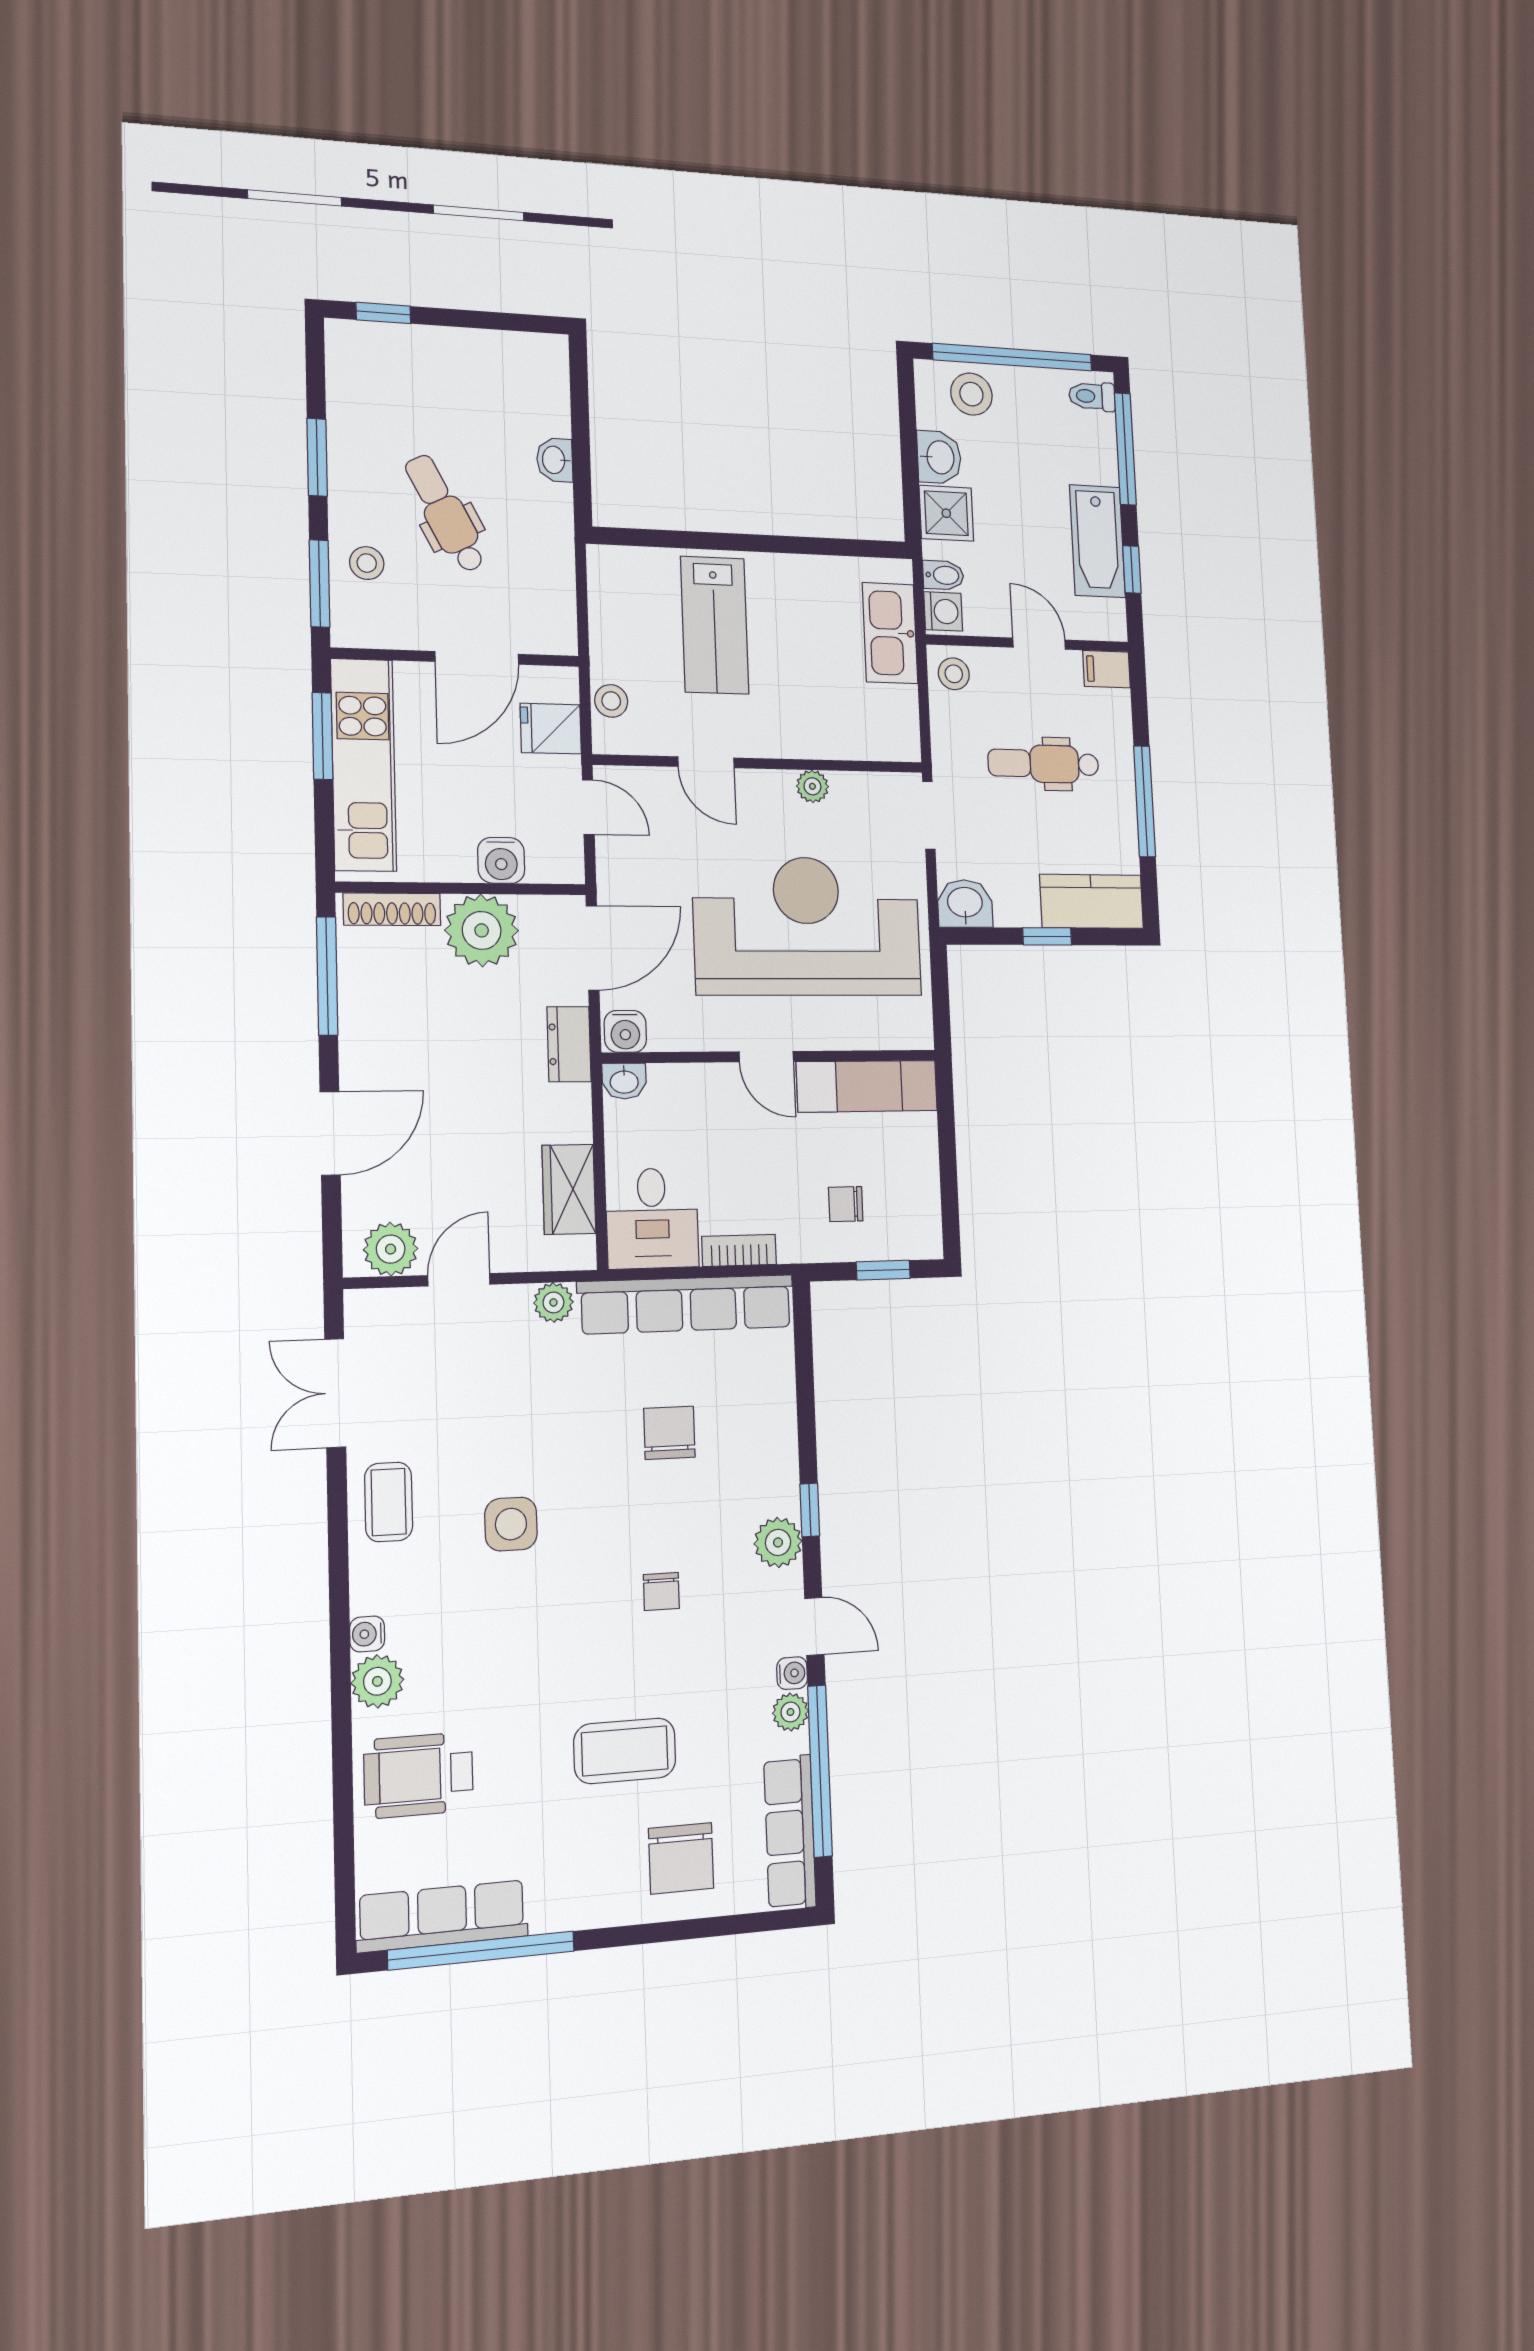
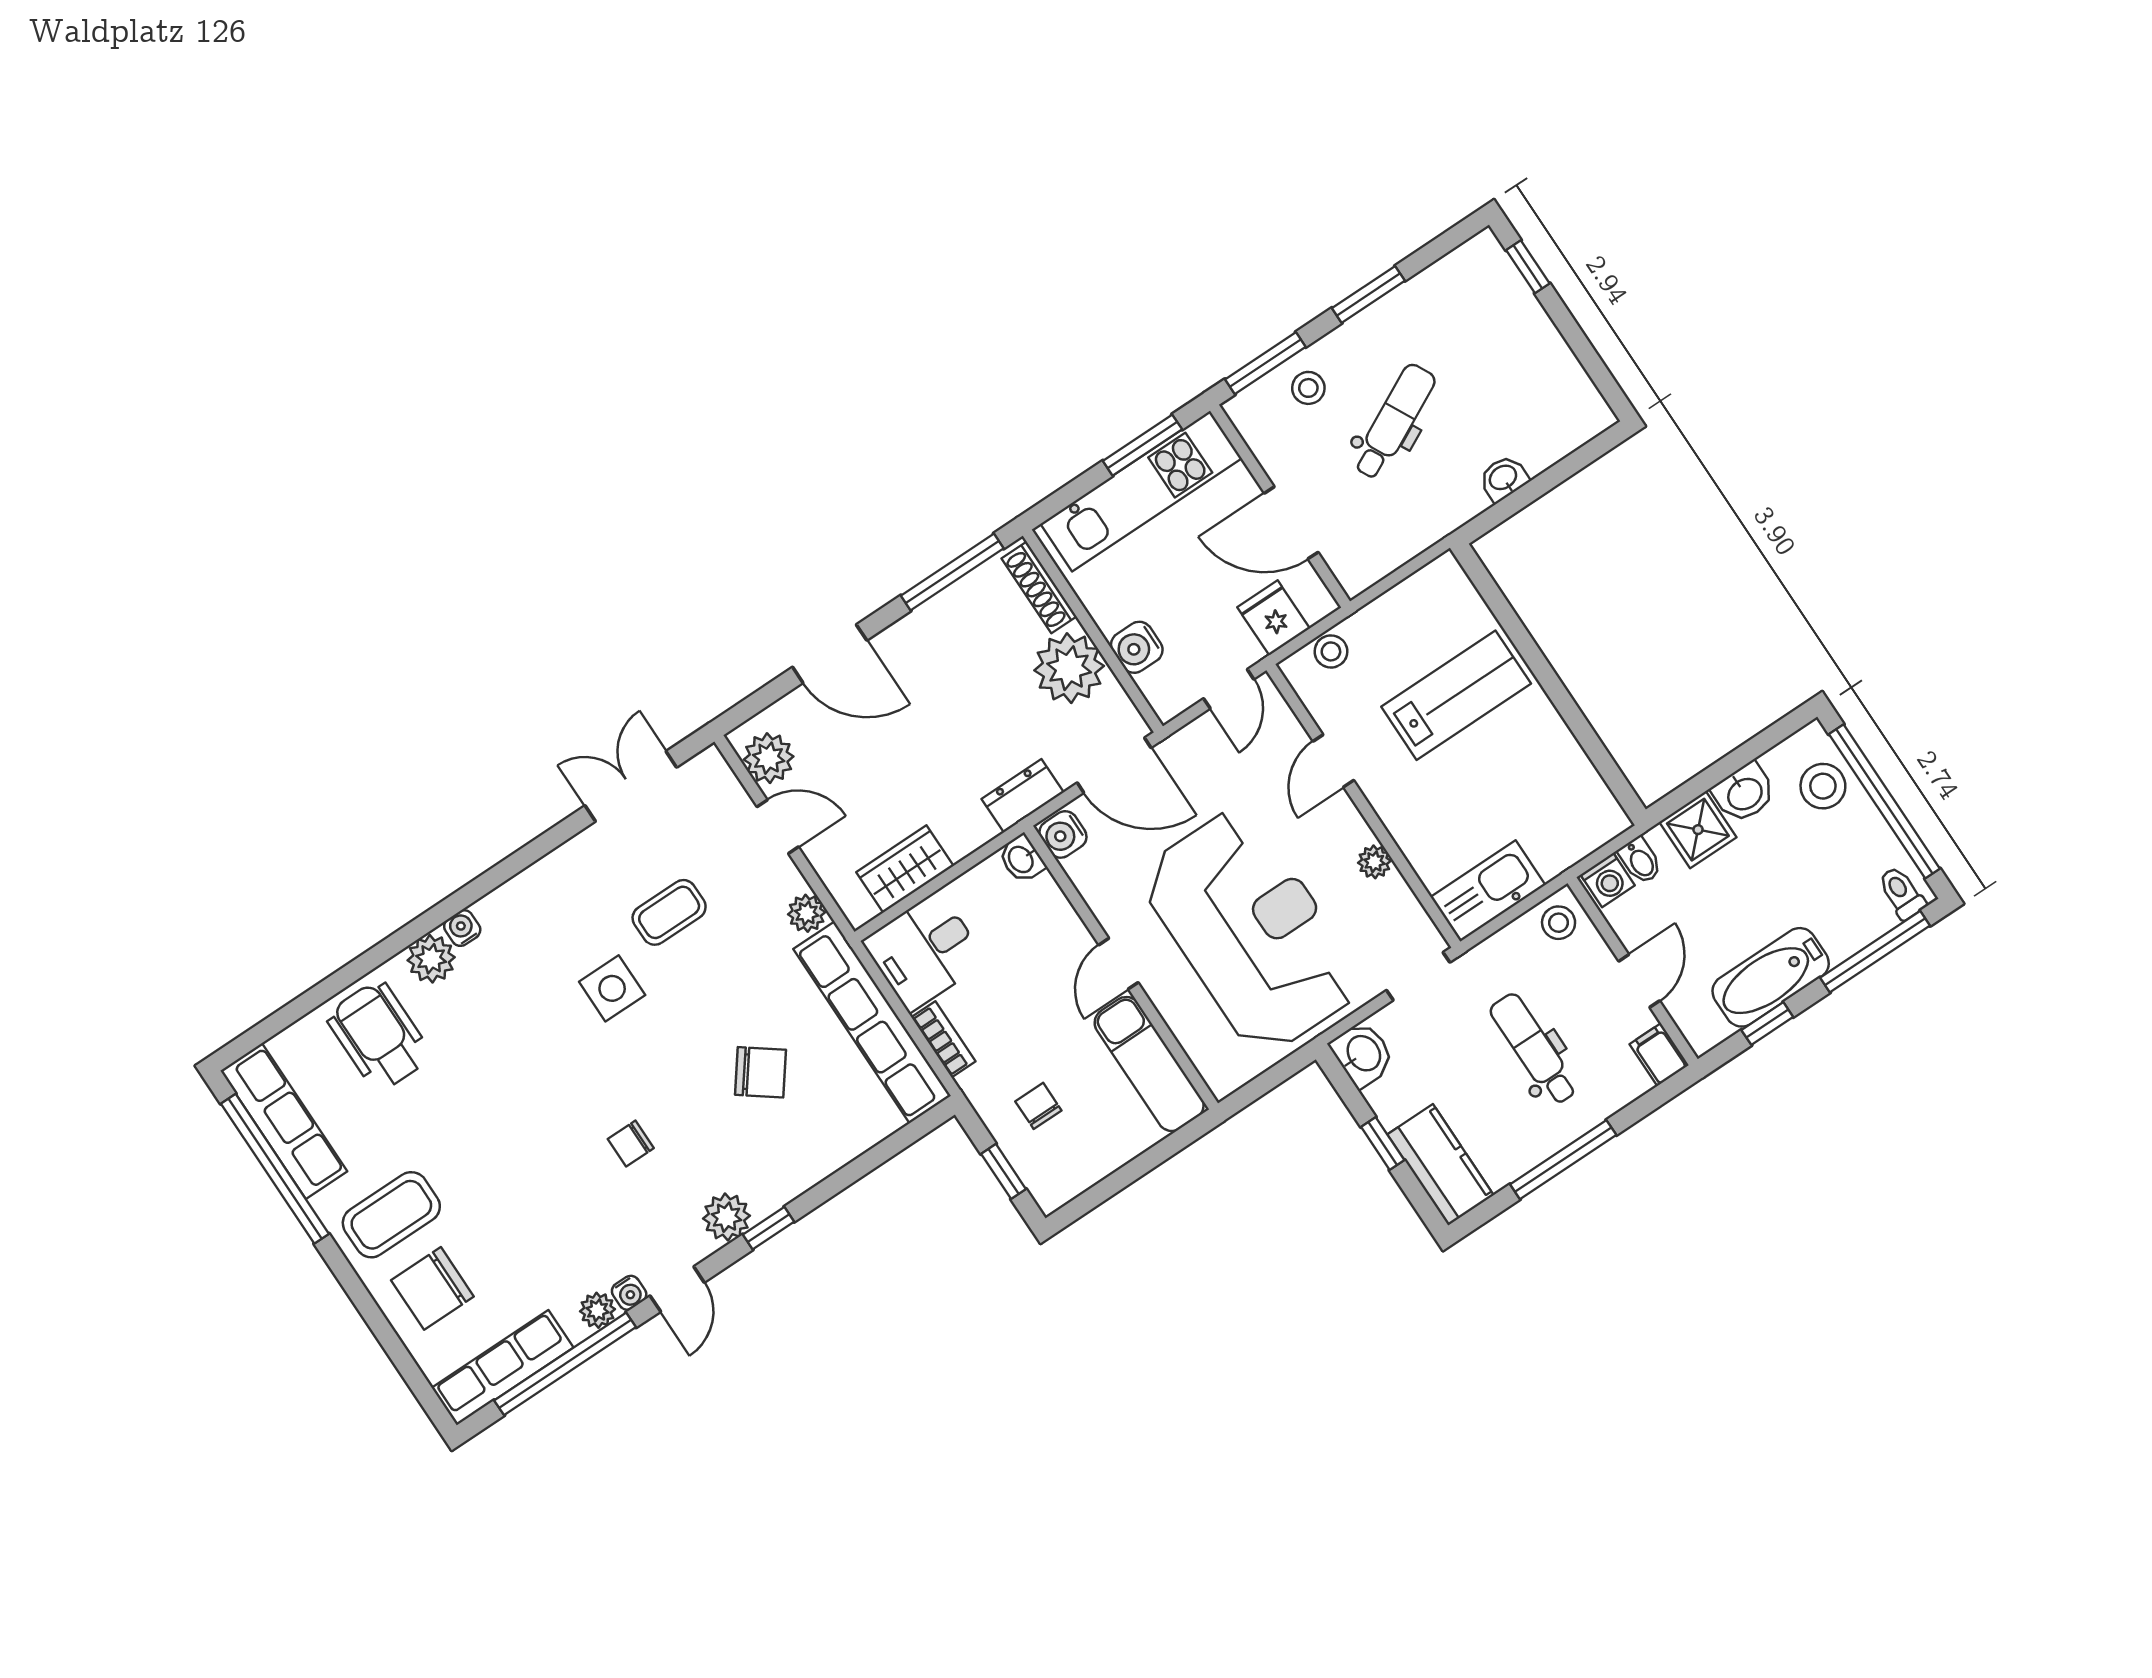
lab bench: (715, 625) -> (1456, 695), turned 180
kitchen sink: (890, 633) -> (1488, 891), moved
chair: (669, 1433) -> (760, 1072), turned 37
coffee table: (389, 1502) -> (669, 912), moved
coffee table: (625, 1751) -> (391, 1215), moved, turned 90

